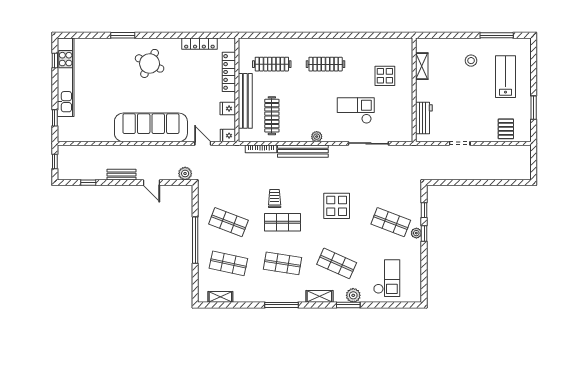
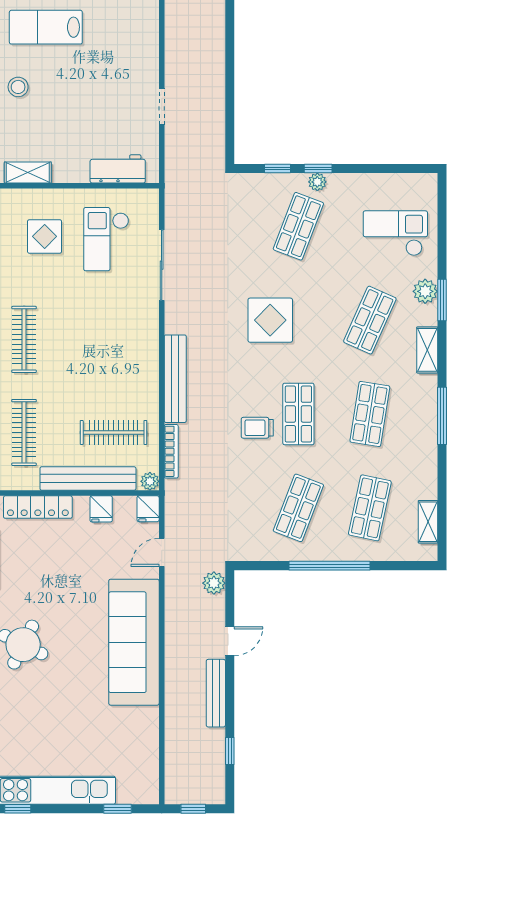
checkout: (356, 110) -> (106, 239), moved
pallet: (506, 129) -> (137, 26), removed
plant: (317, 137) -> (150, 481), moved
bench: (122, 175) -> (216, 693), width x1.36

